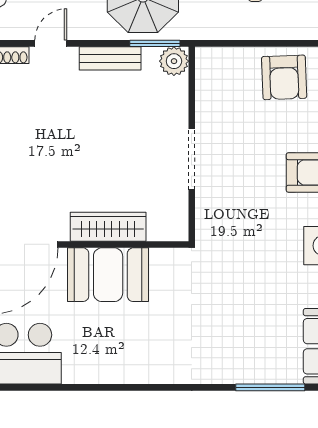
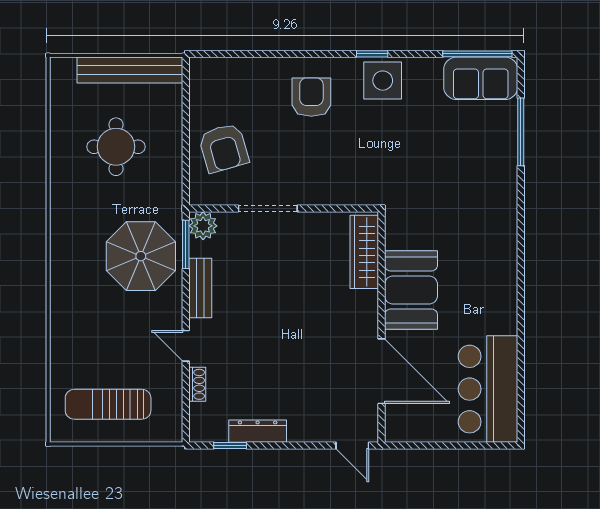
armchair: (284, 77) -> (224, 148), moved, turned 76
doorway: (192, 159) -> (268, 208), moved
wardrobe: (108, 227) -> (364, 252), moved

